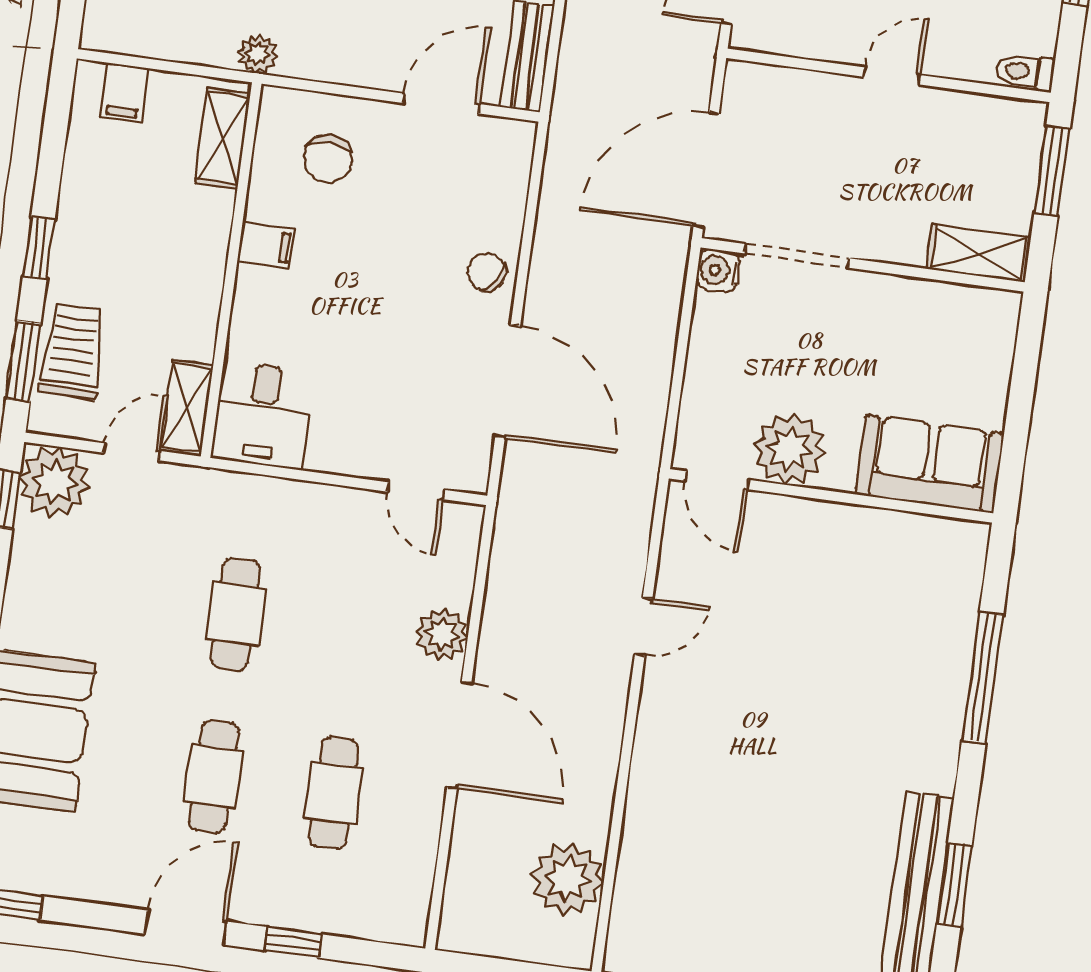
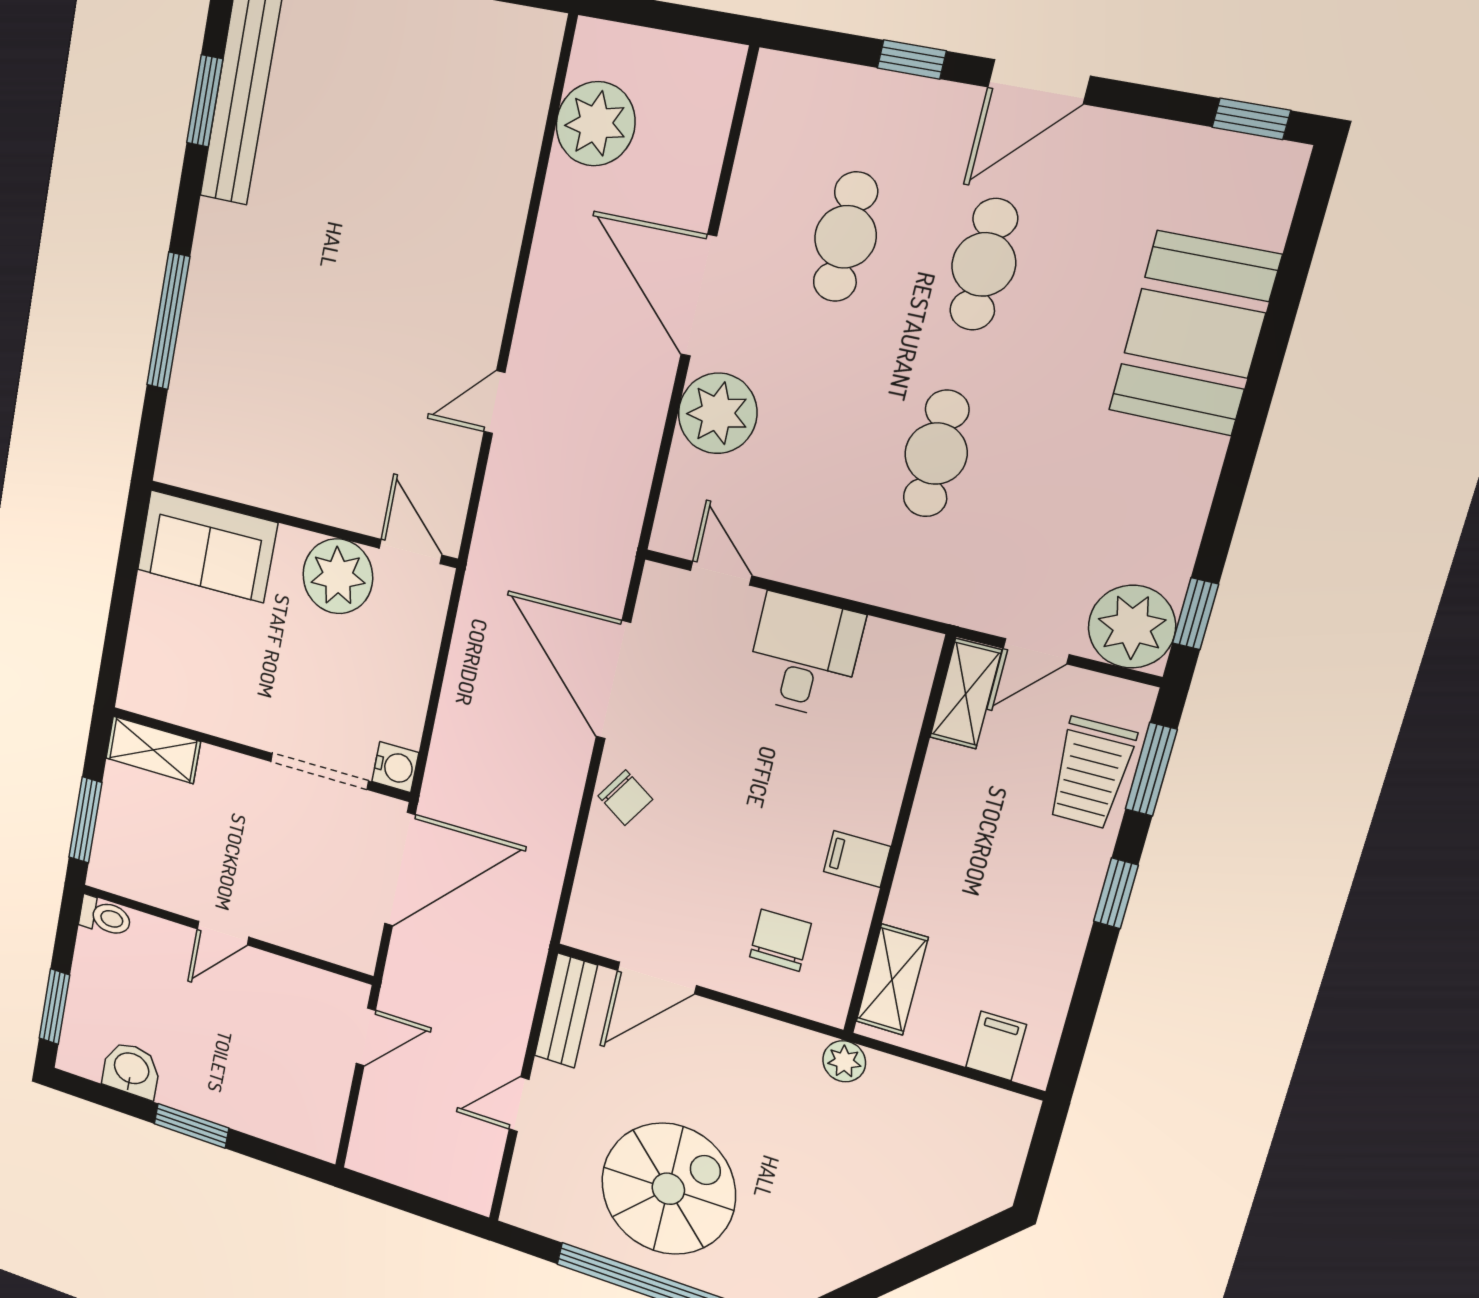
desk: (263, 415) -> (804, 656), moved
plant: (442, 634) -> (718, 413), width x1.36, depth x1.36

